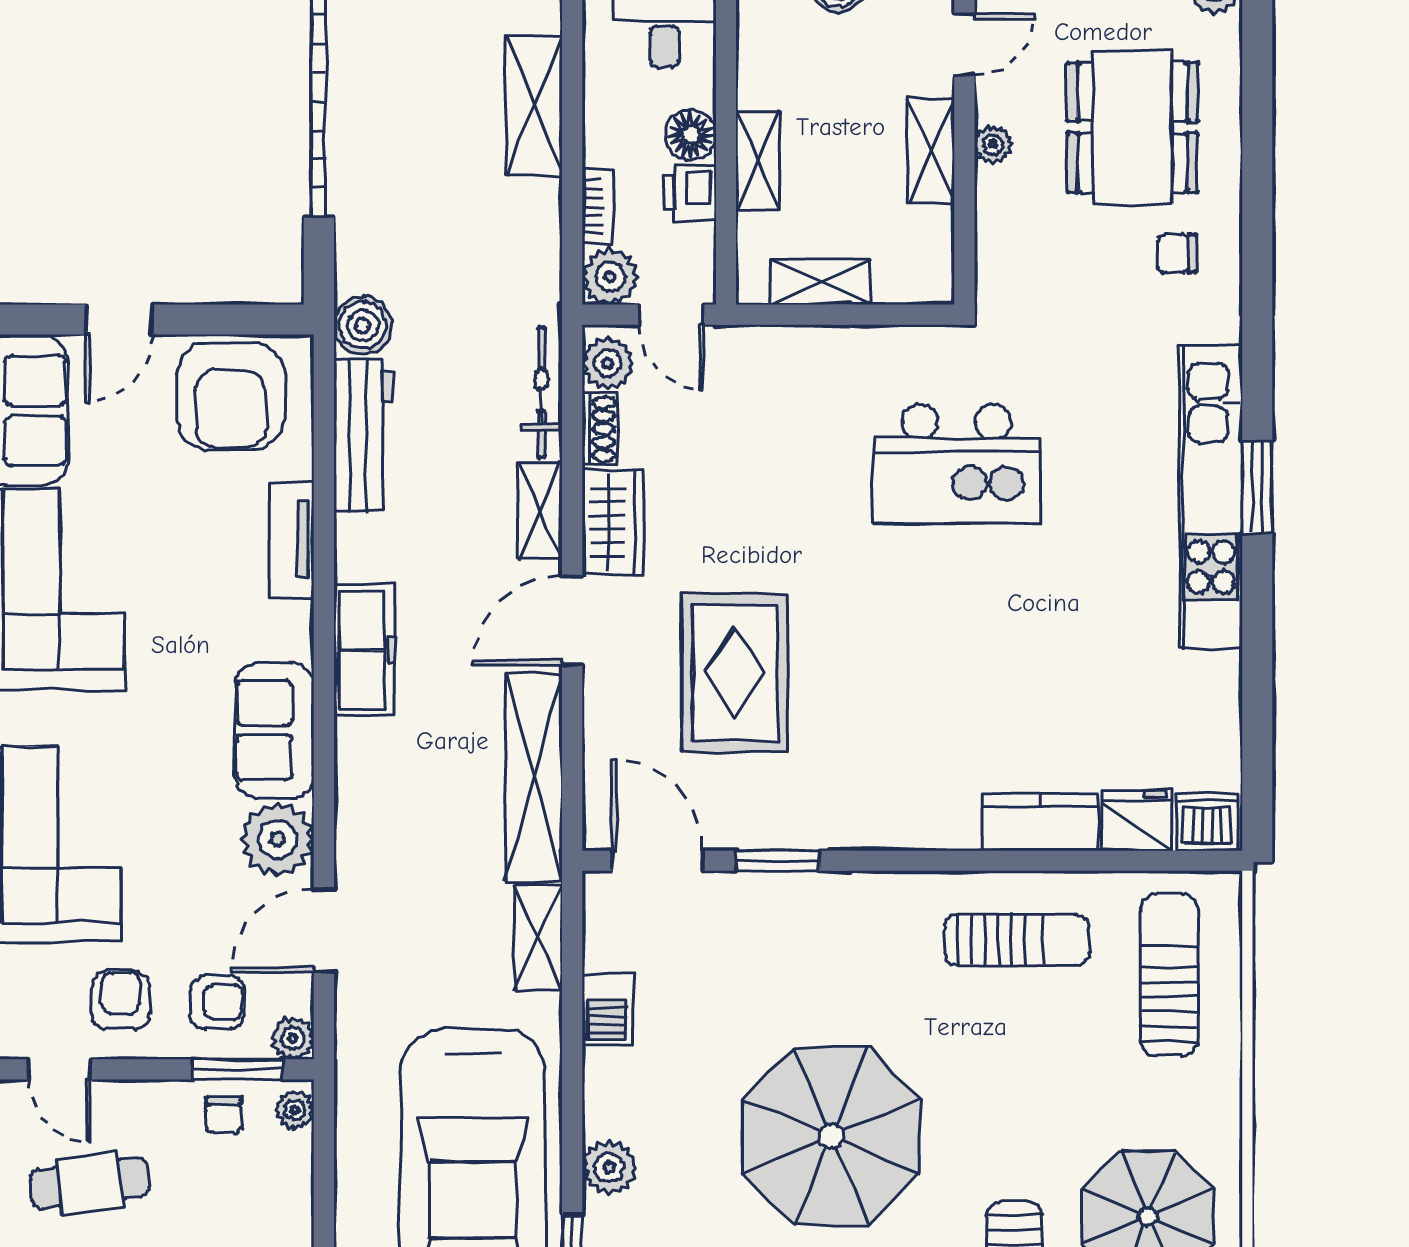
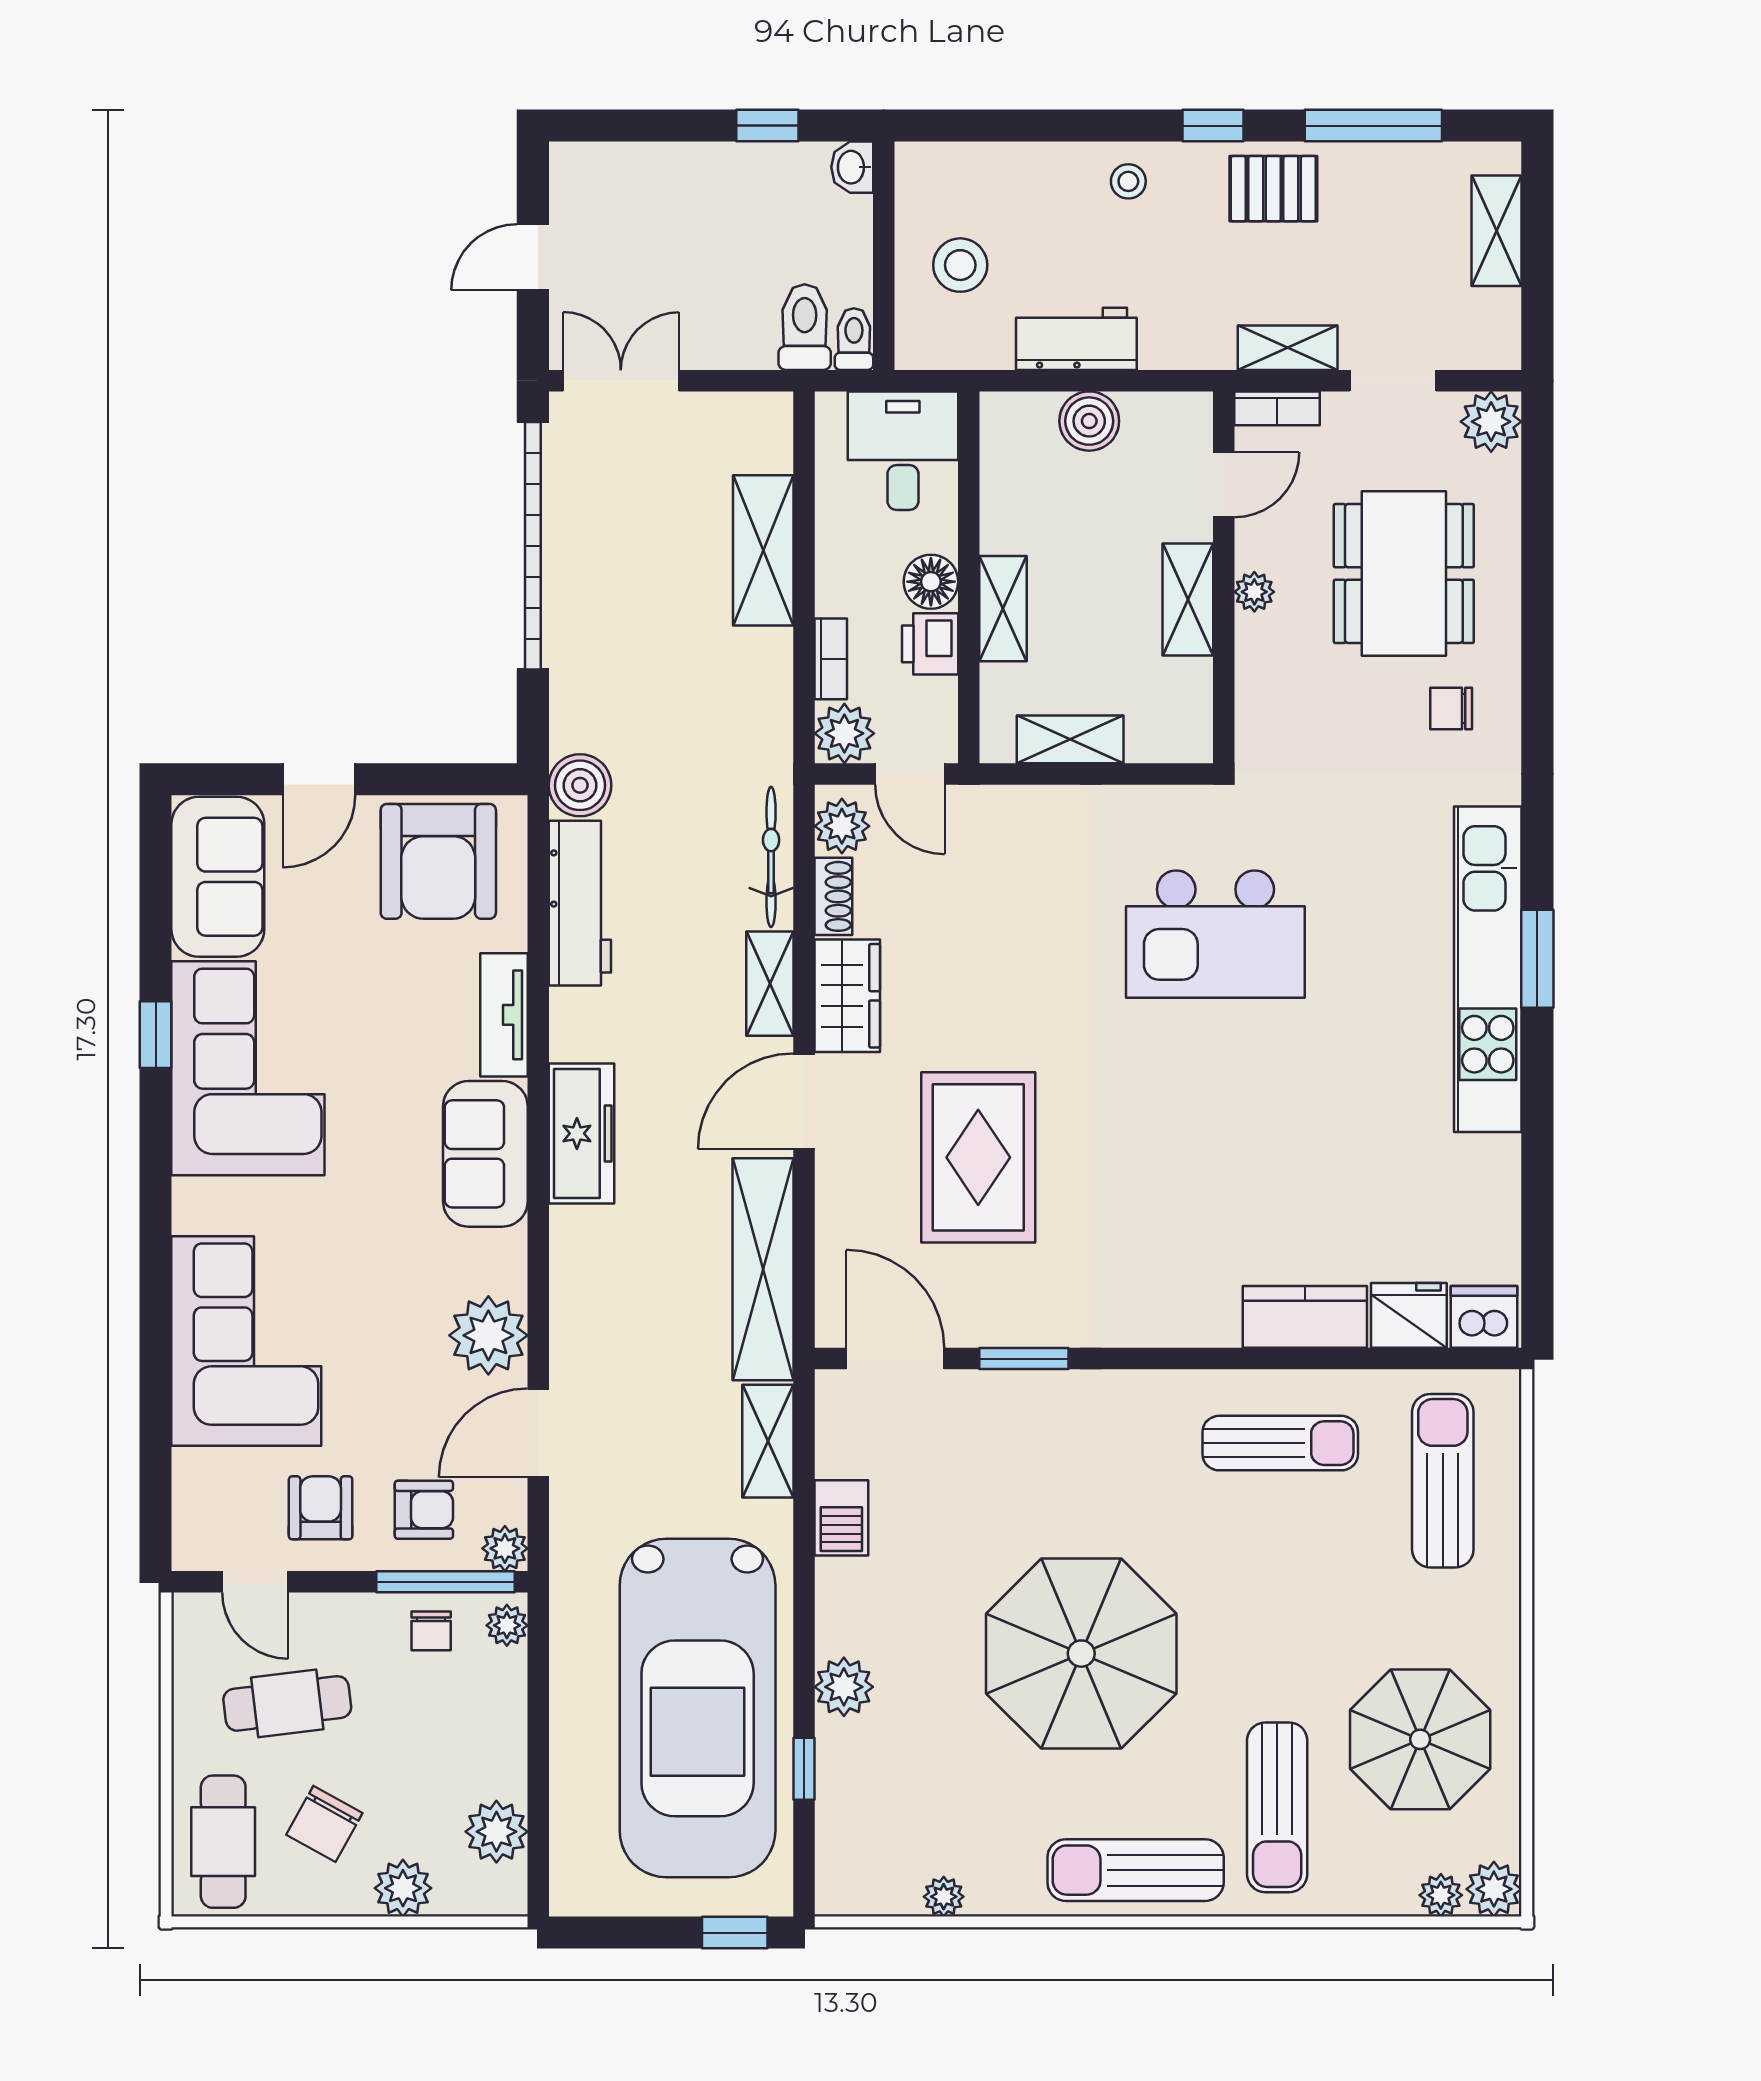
sofa: (274, 730) -> (485, 1154), moved
window: (237, 1069) -> (445, 1582), width x1.44

